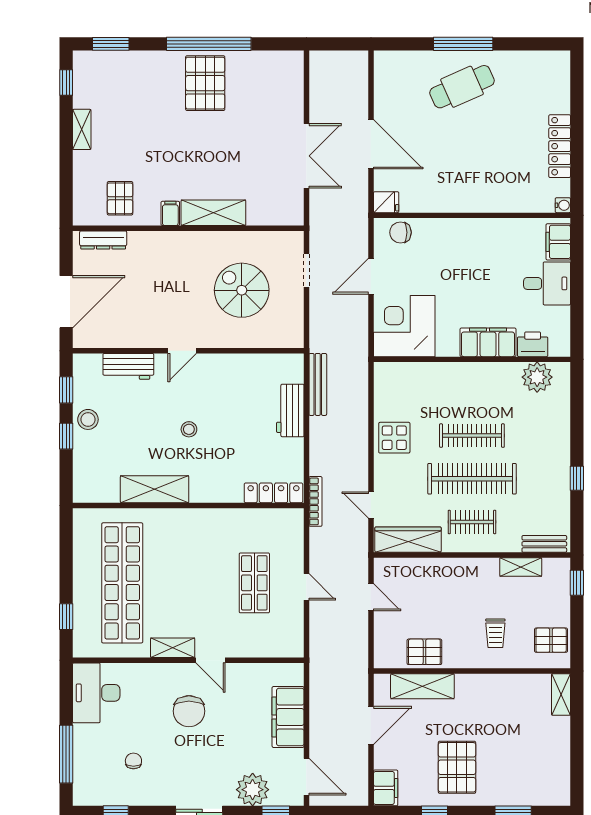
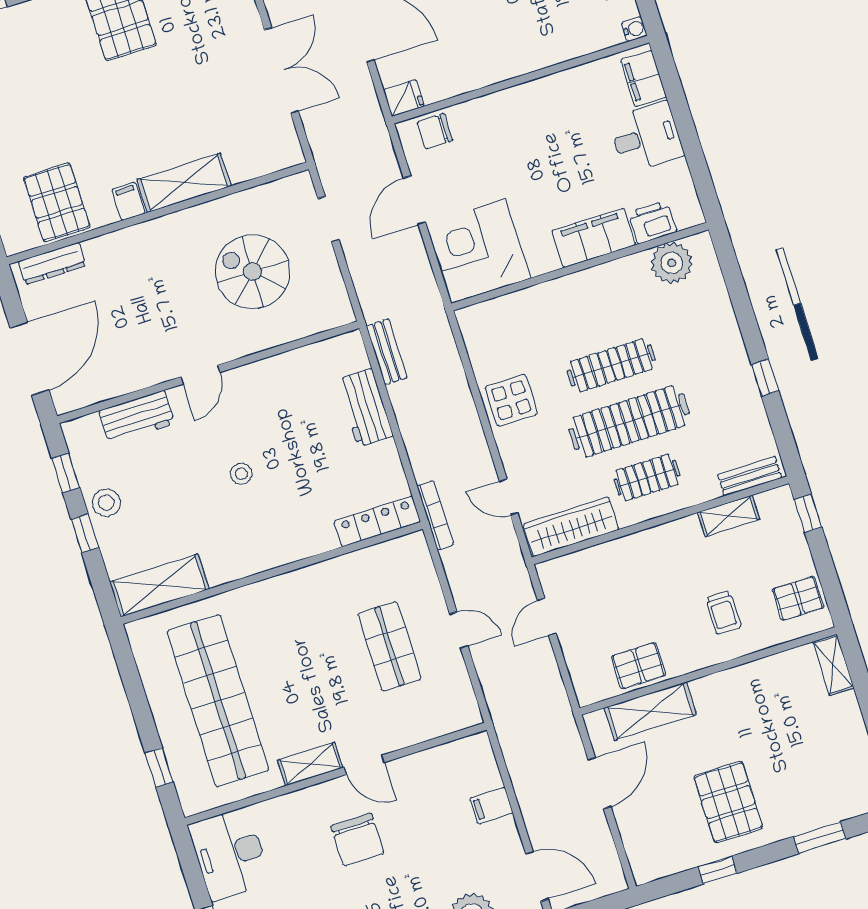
pallet: (120, 198) -> (57, 202), width x1.50, depth x1.42
bench: (318, 384) -> (387, 352), width x0.73
shelving: (155, 489) -> (159, 585), moved
door: (371, 597) -> (547, 617), swing flipped
filing cabinet: (288, 717) -> (491, 805), width x0.33, depth x0.86
filing cabinet: (386, 788) -> (644, 858), removed

